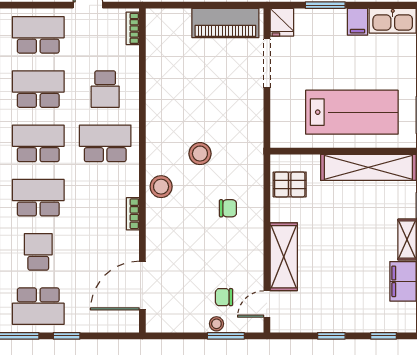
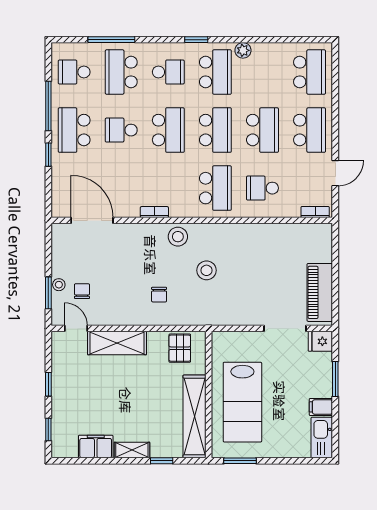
school desk: (38, 252) -> (121, 130), turned 180

